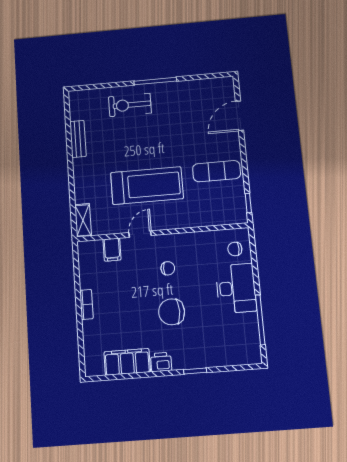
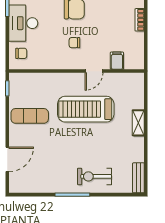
exercise bike: (130, 105) -> (94, 176), turned 180
bench: (78, 139) -> (138, 178), moved
shelving: (83, 220) -> (138, 123), moved

